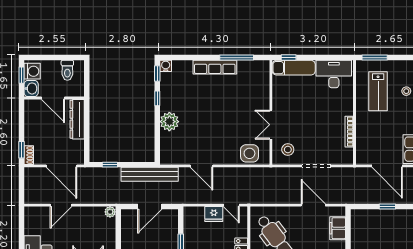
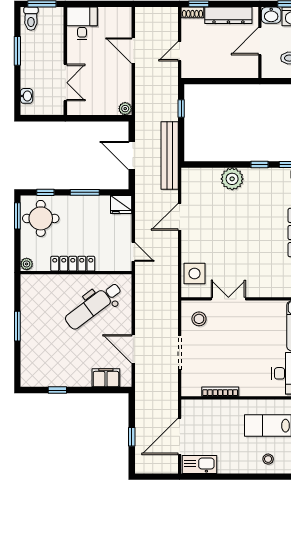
dresser: (77, 119) -> (228, 15), moved, turned 180
door: (62, 166) -> (180, 51), width x0.53
door: (231, 205) -> (133, 252), swing flipped
door: (313, 205) -> (133, 349), swing flipped
fridge: (214, 214) -> (121, 204), moved, turned -90

